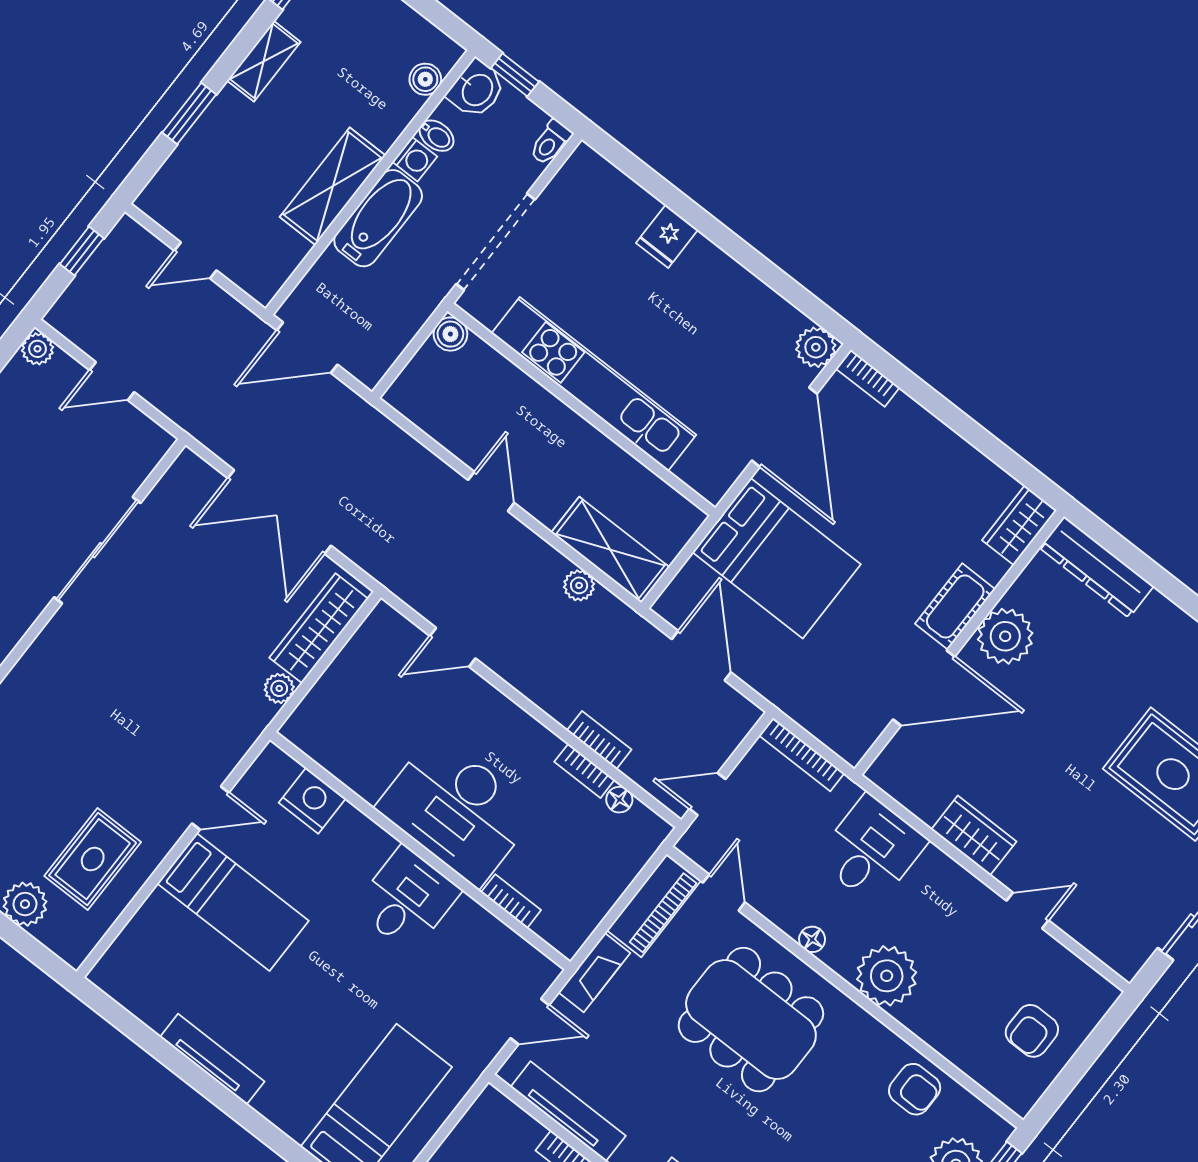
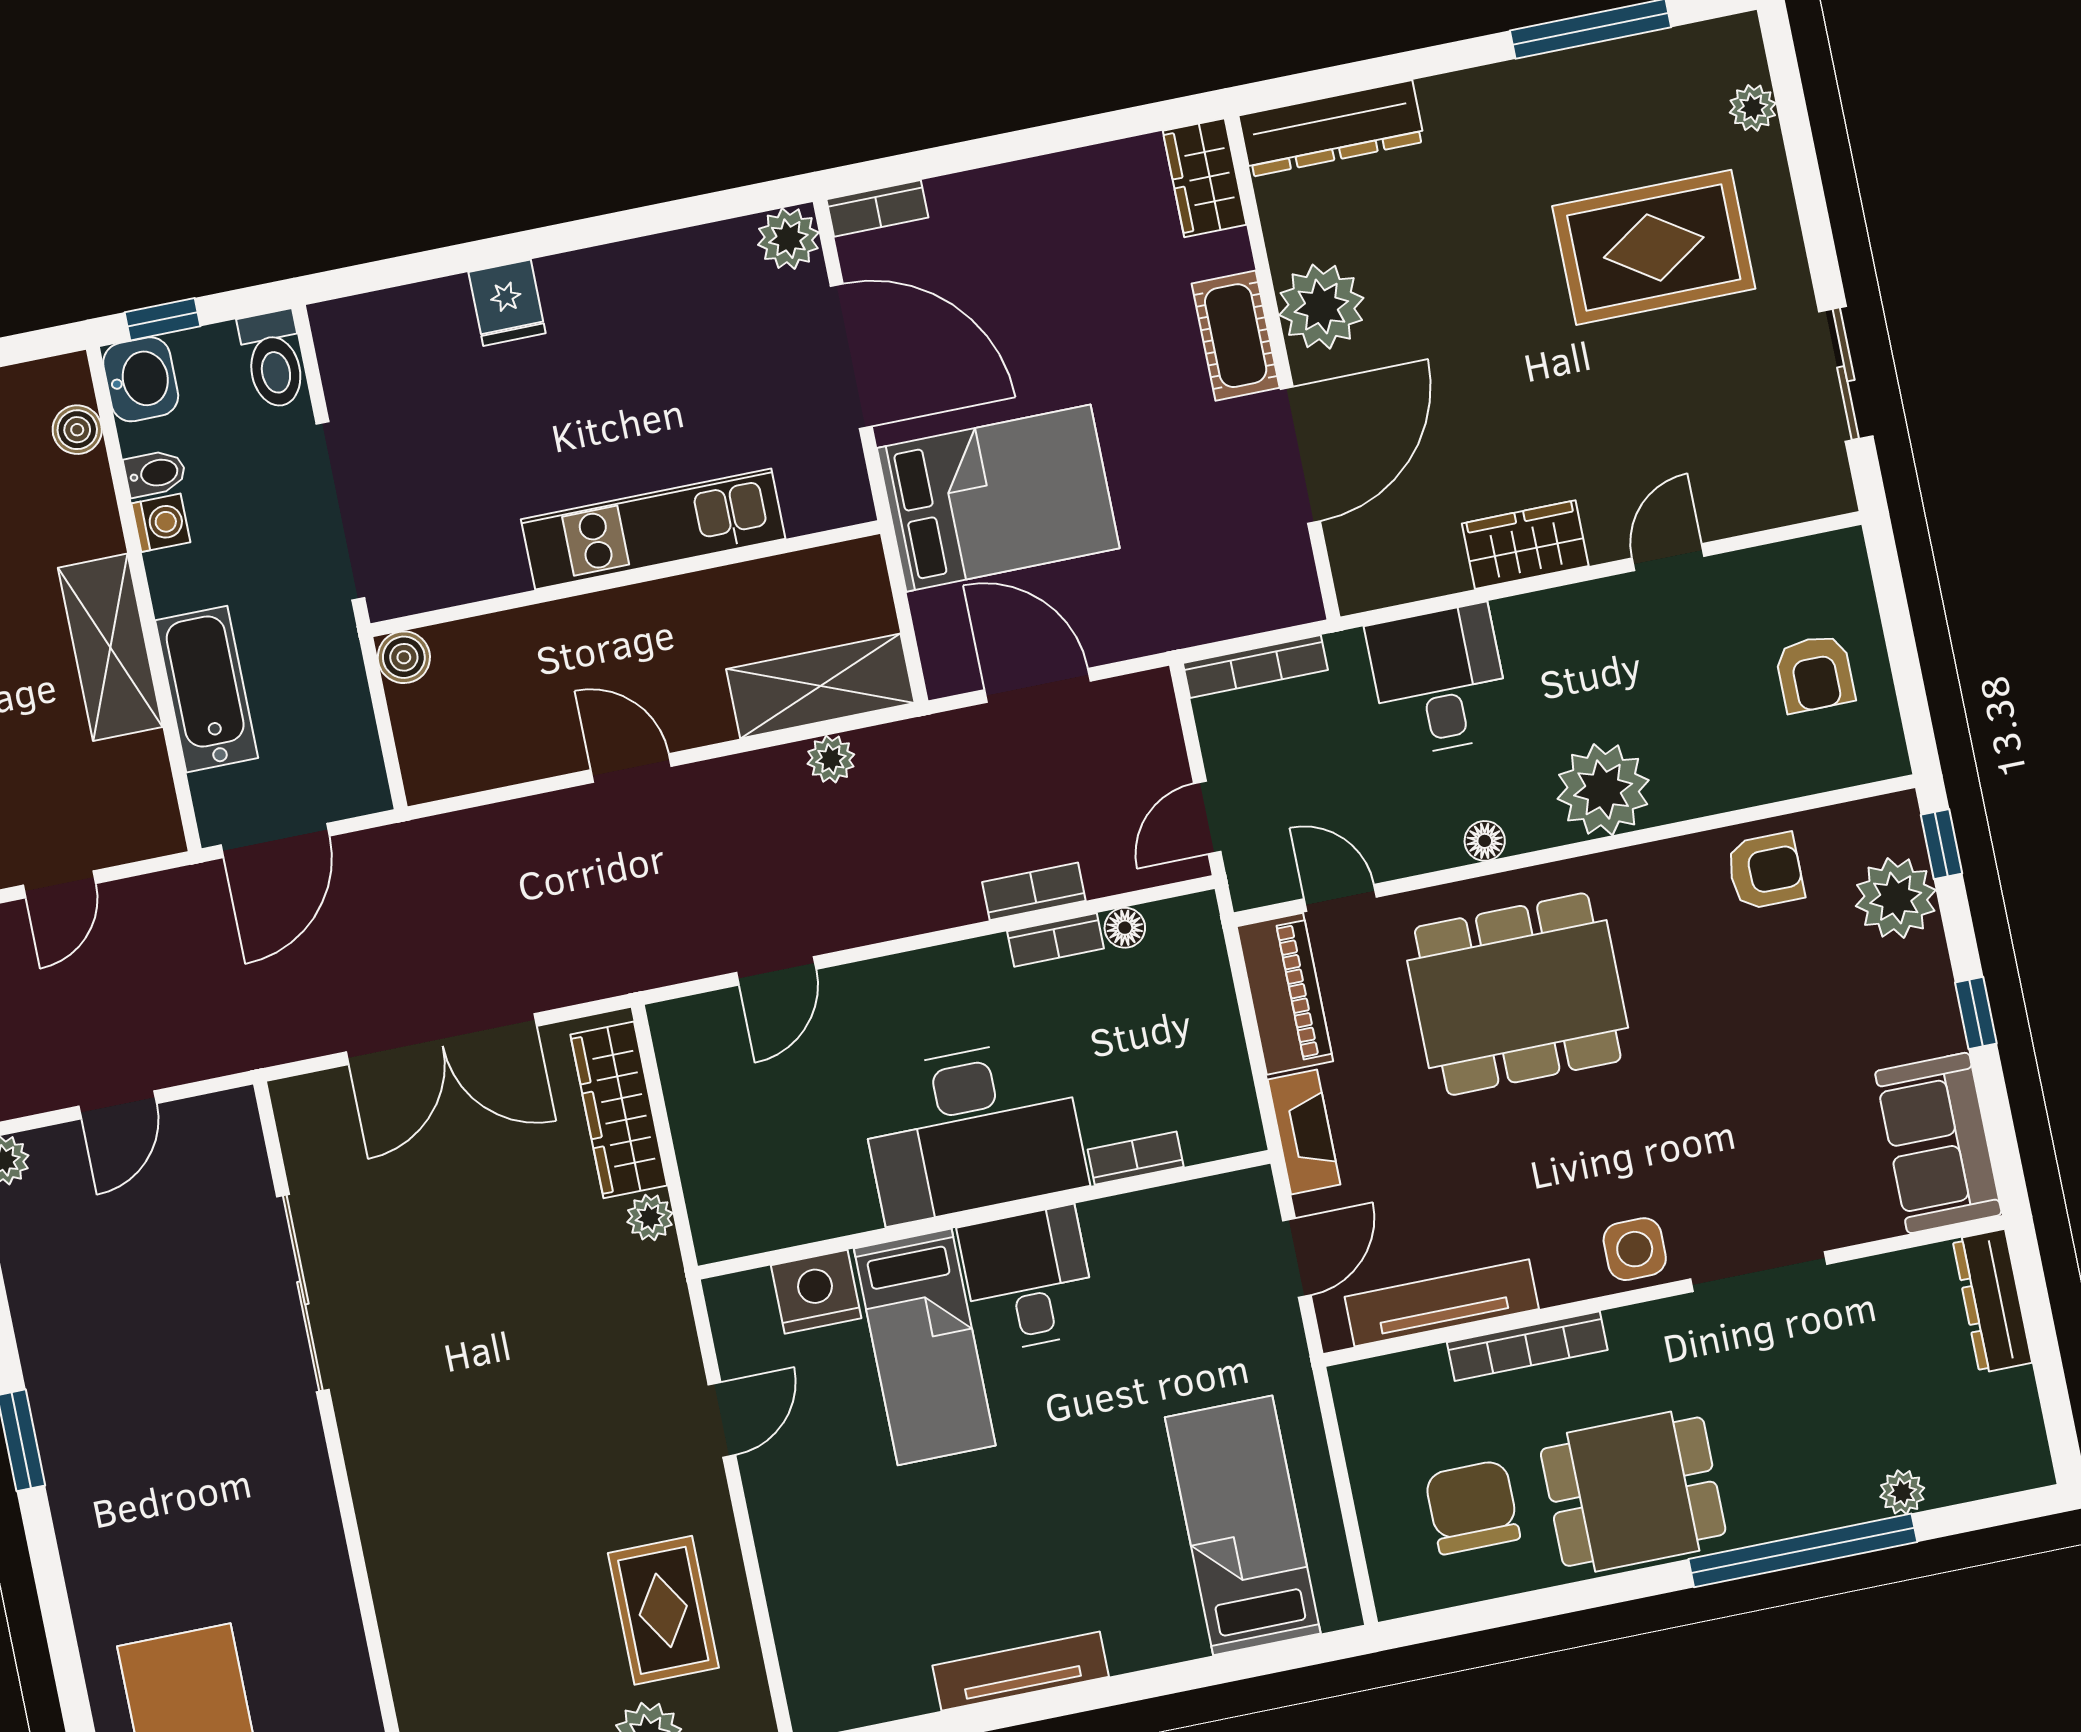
toilet: (551, 142) -> (273, 359), width x1.37, depth x1.39
bathtub: (378, 218) -> (207, 689), moved
kitchen unit: (594, 384) -> (653, 529), width x0.73
bed: (233, 902) -> (925, 1347), moved, turned 90

